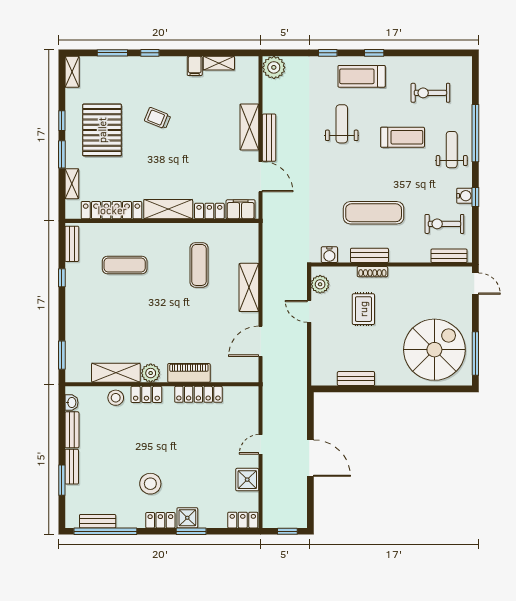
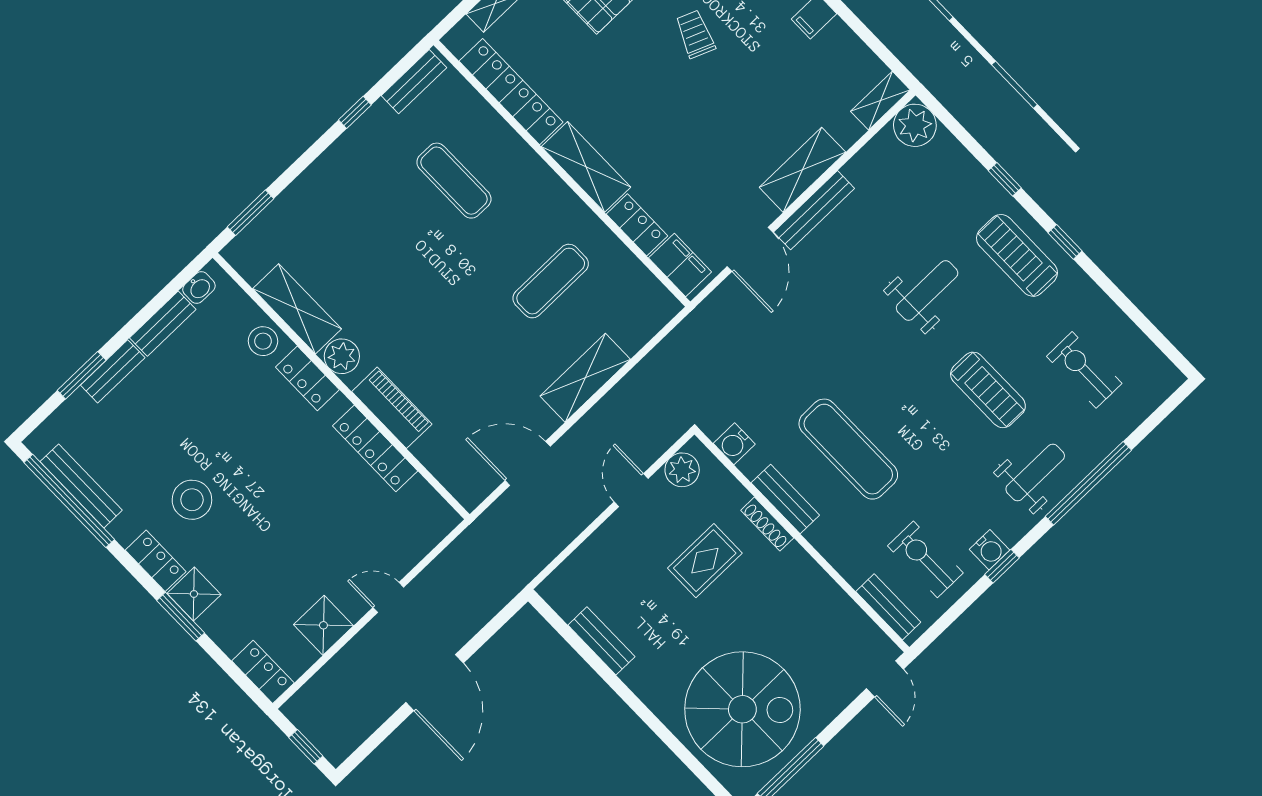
shelving: (219, 63) -> (880, 101), moved, turned 90
bench: (98, 521) -> (81, 486), width x1.36

